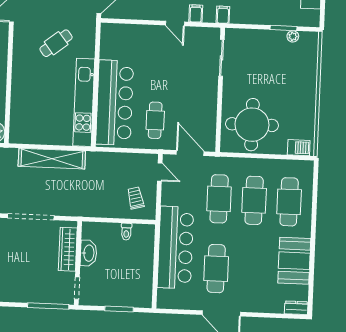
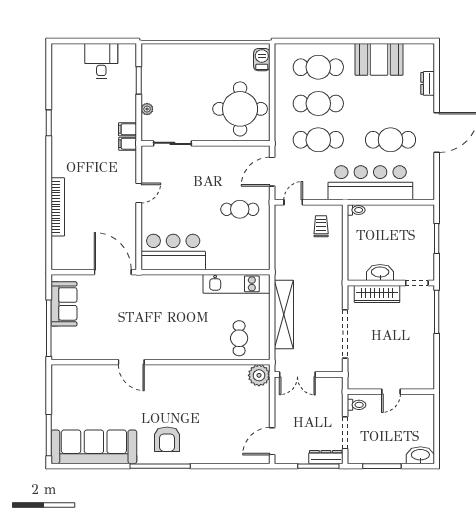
filing cabinet: (196, 13) -> (128, 129), moved
plant: (293, 36) -> (147, 109), moved
cafe table: (56, 43) -> (239, 338), moved, turned 38
kitchen unit: (84, 102) -> (237, 284), width x0.73
bar counter: (115, 103) -> (173, 252), moved, width x0.73
trolley: (136, 198) -> (321, 226), turned 105
toilet: (126, 232) -> (356, 210), moved
dresser: (296, 308) -> (428, 83), moved

